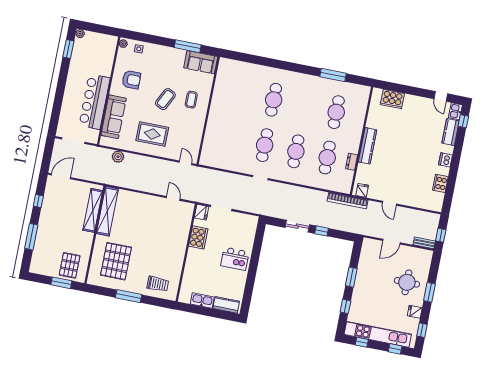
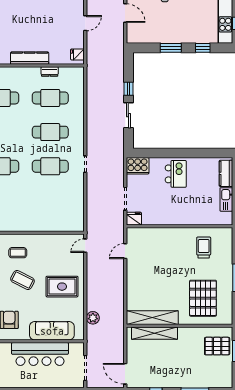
rug: (152, 134) -> (62, 287), turned 90
bookcase: (348, 201) -> (91, 68), removed
cooker: (198, 237) -> (138, 166), moved, turned 180
pallet: (116, 261) -> (203, 298), turned 90
trolley: (158, 284) -> (204, 247), moved

